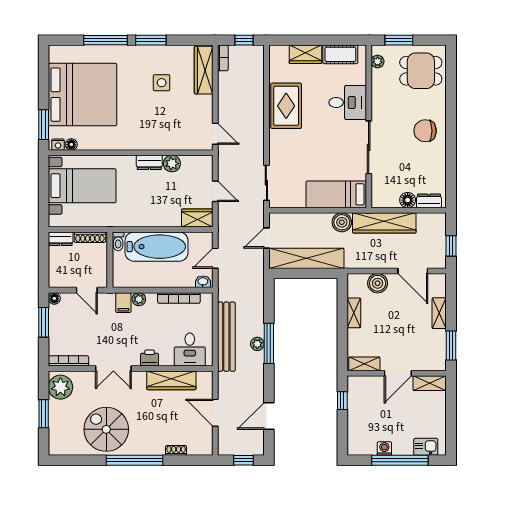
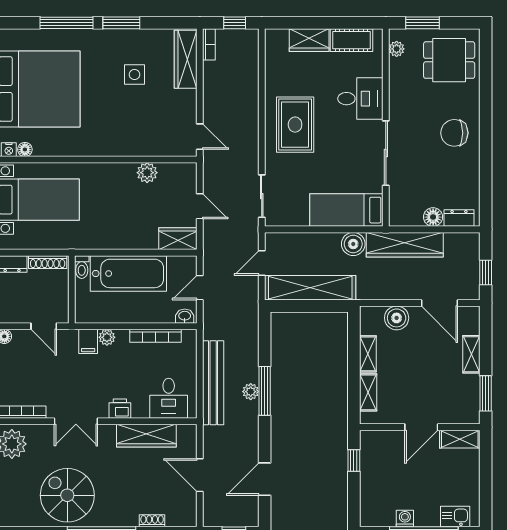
rug: (286, 106) -> (295, 125), moved
dresser: (149, 162) -> (120, 171), removed
shelving: (364, 364) -> (368, 392), moved, turned 90

